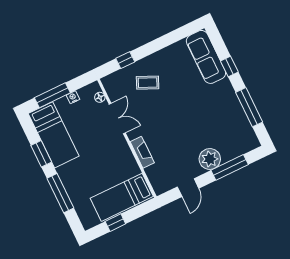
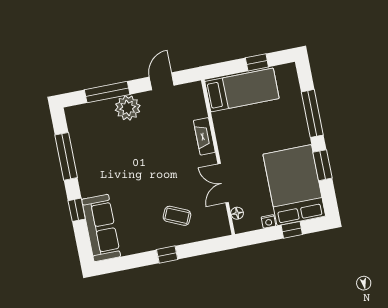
window: (125, 60) -> (167, 255), moved
window: (52, 95) -> (292, 230), width x0.46
bed: (54, 135) -> (294, 185), width x1.50

